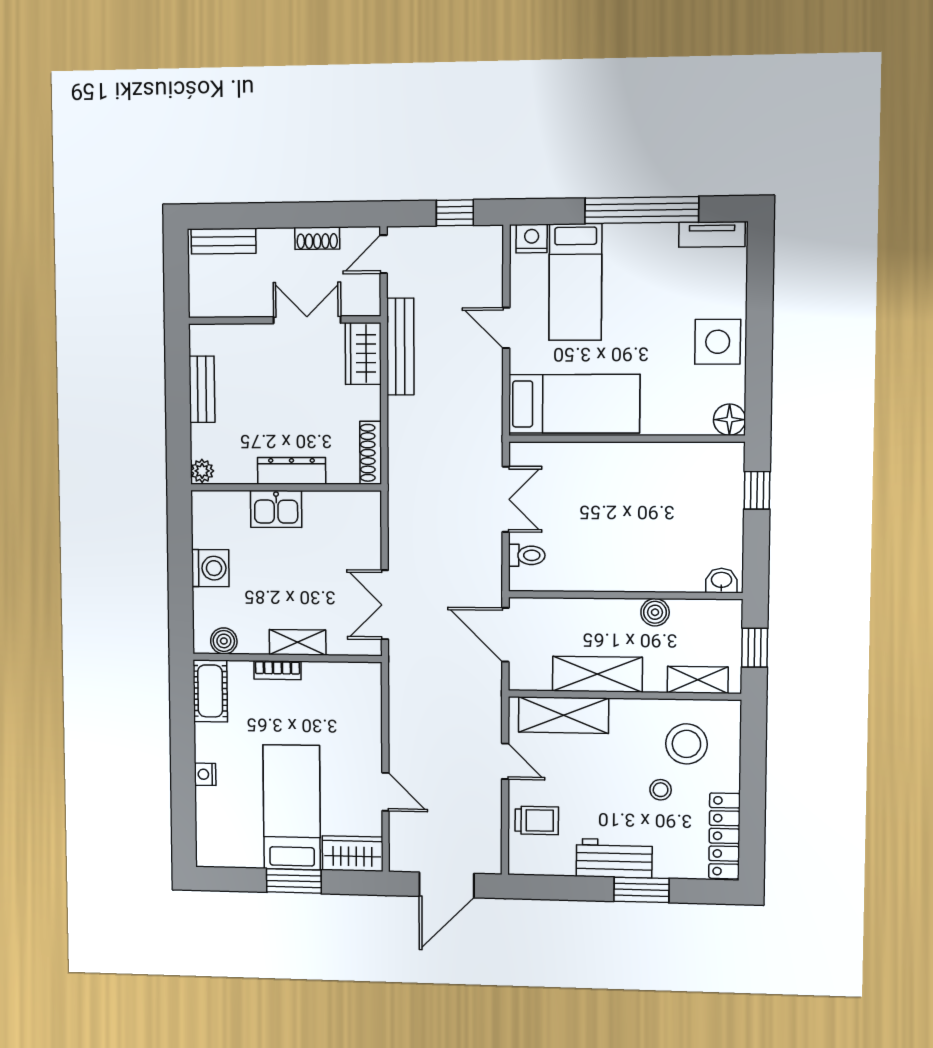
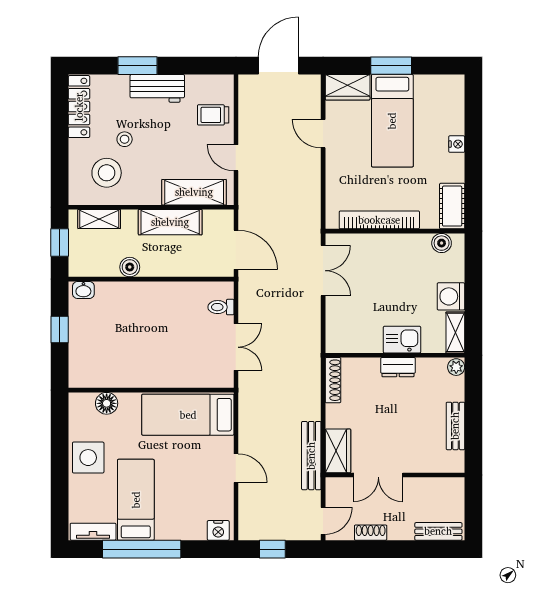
bed: (575, 282) -> (136, 500), moved
floor lamp: (729, 420) -> (107, 403), moved
dresser: (292, 471) -> (398, 367), width x0.70
window: (757, 490) -> (60, 330), moved
double door: (506, 499) -> (236, 347), swing flipped
shelving: (298, 642) -> (455, 332), moved, turned 90
bookcase: (277, 670) -> (379, 220), width x2.31, depth x1.31

